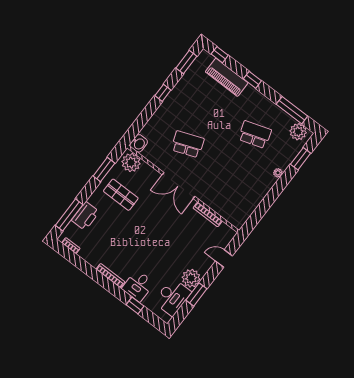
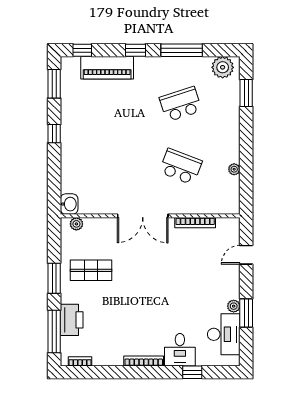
window: (292, 110) -> (182, 50), moved
school desk: (188, 144) -> (181, 167), moved, turned 42
plant: (131, 163) -> (76, 224), width x0.53, depth x0.53
window: (104, 170) -> (54, 278), moved
plant: (278, 173) -> (234, 169), moved
plant: (191, 278) -> (234, 306), width x0.53, depth x0.53

